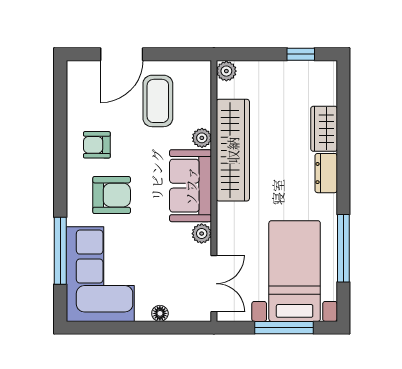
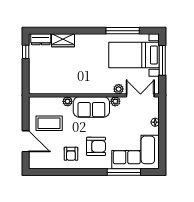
plant: (226, 71) -> (119, 89), moved
wardrobe: (233, 150) -> (74, 86), removed
dresser: (326, 173) -> (41, 39), moved
armchair: (112, 195) -> (96, 146), turned 90

